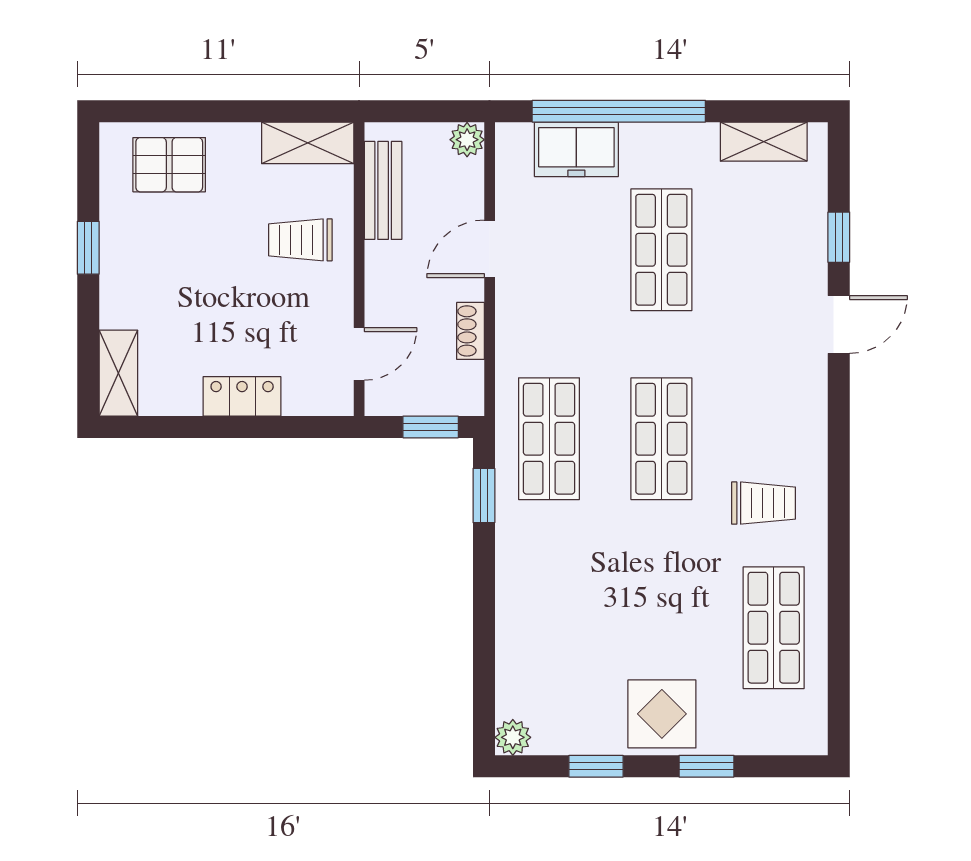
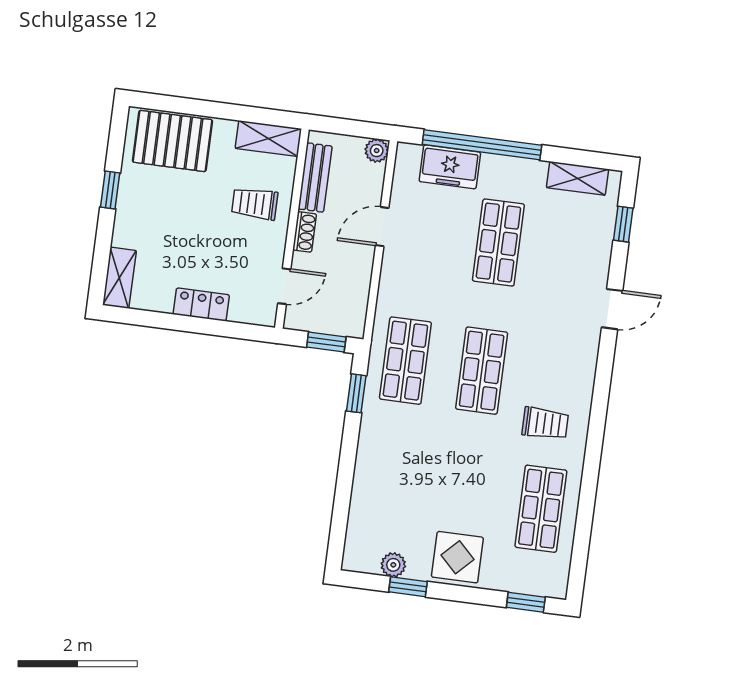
pallet: (169, 165) -> (172, 141), width x1.50, depth x1.42
window: (839, 237) -> (623, 224), moved
shoe rack: (471, 331) -> (305, 232), moved, turned 180
plant: (513, 737) -> (393, 565), moved
window: (706, 766) -> (526, 602), moved

